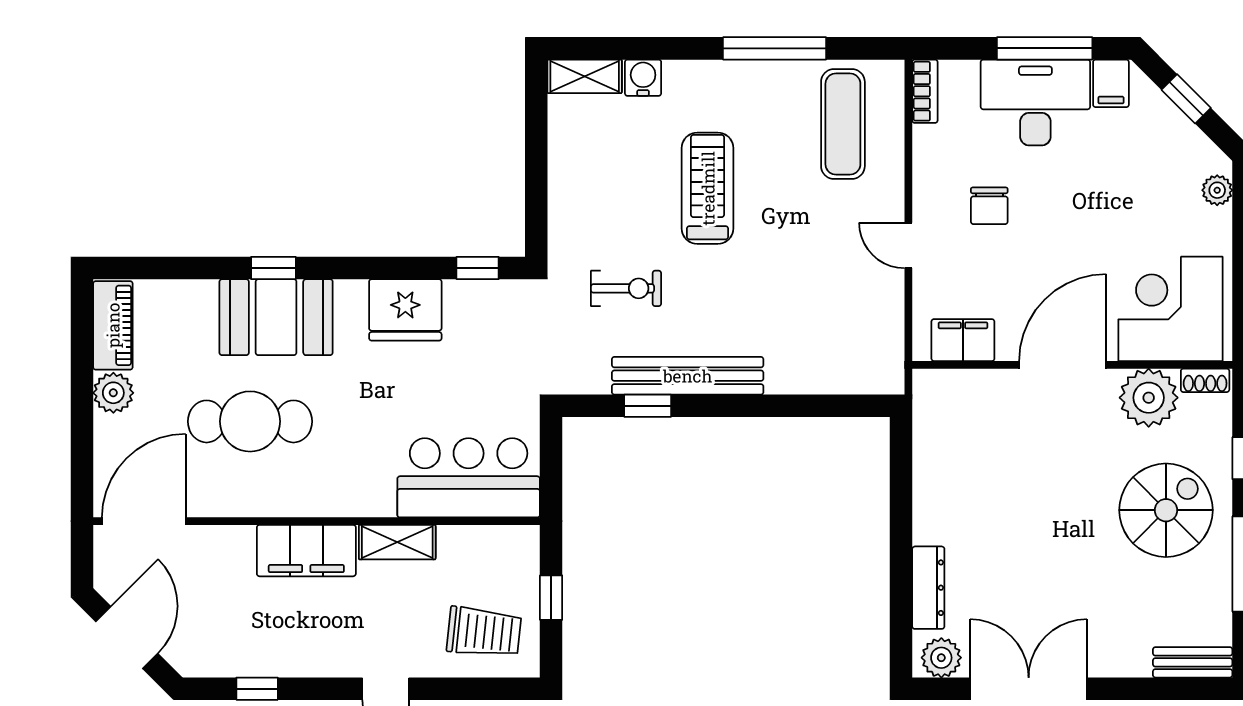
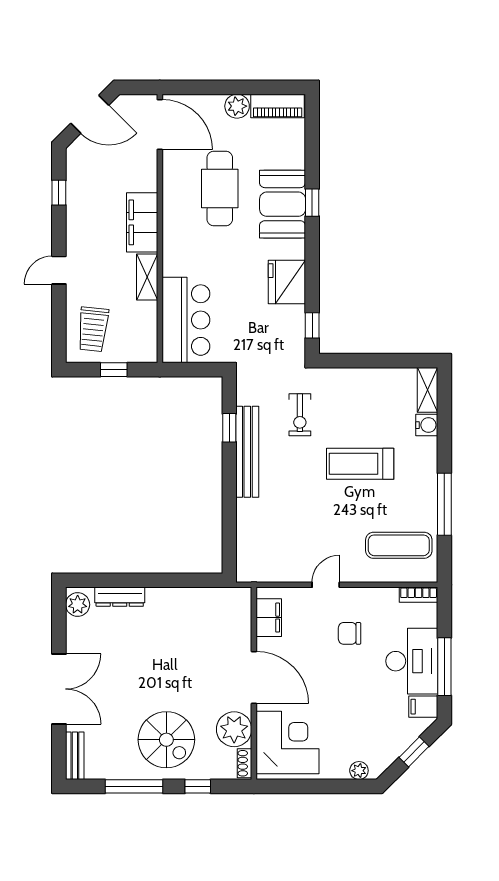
treadmill: (708, 188) -> (360, 464), turned 180
double door: (1029, 689) -> (59, 689), moved

